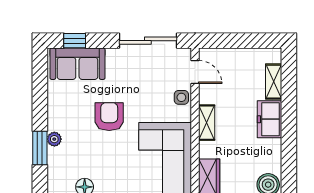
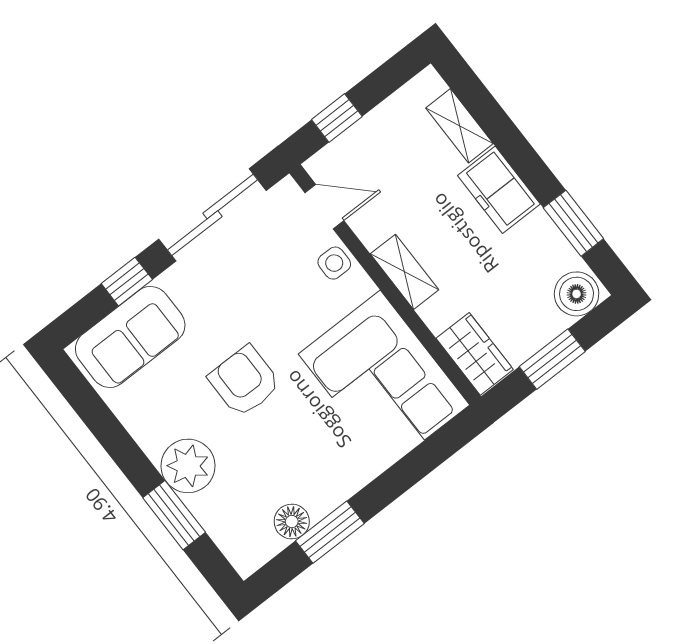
window: (75, 41) -> (127, 282), moved
window: (227, 41) -> (337, 118), added
plant: (54, 139) -> (188, 466), width x1.88, depth x1.88
window: (289, 156) -> (573, 223), added

